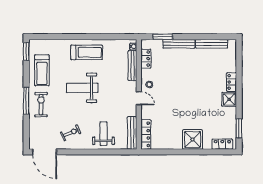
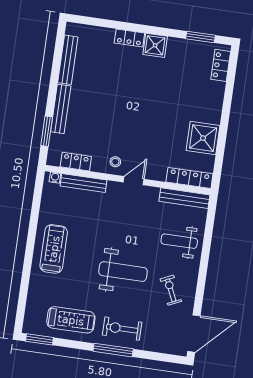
weight bench: (82, 88) -> (123, 272), moved, turned -90
shower: (193, 139) -> (203, 138), moved

